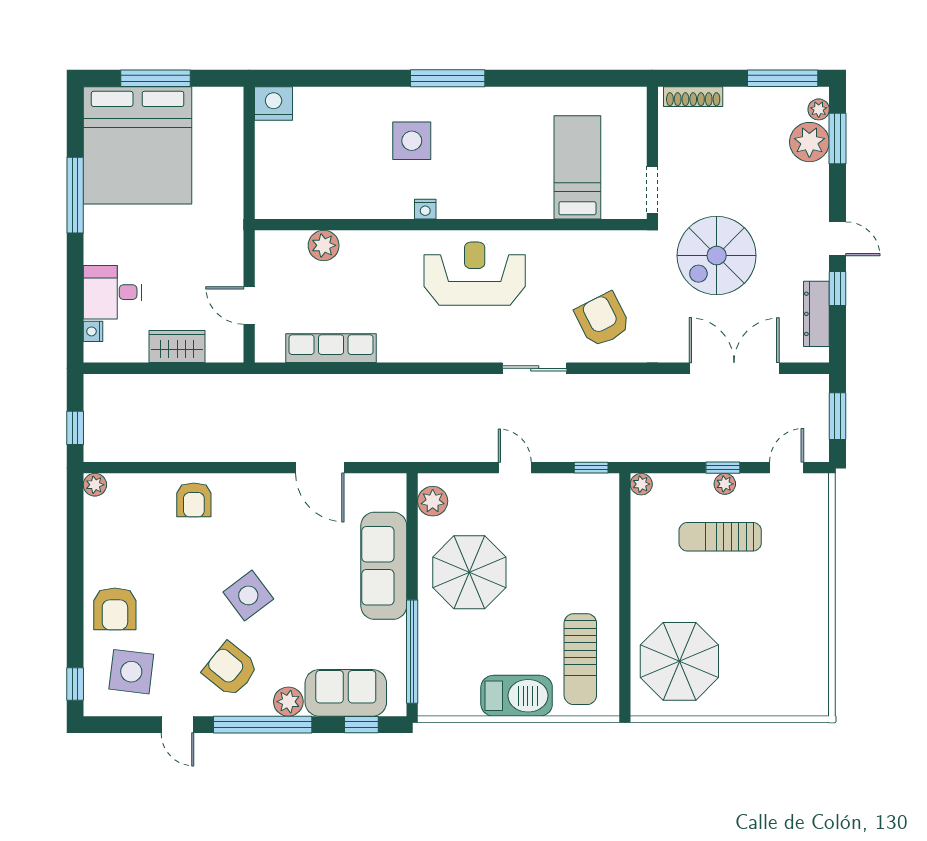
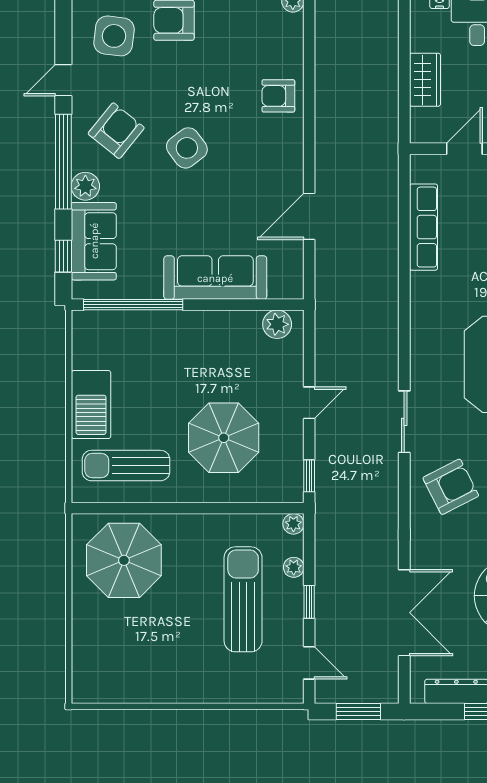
plant: (725, 484) -> (294, 567), moved
sun lounger: (720, 537) -> (243, 599), width x1.36, depth x1.34
parasol: (469, 572) -> (224, 438), moved

